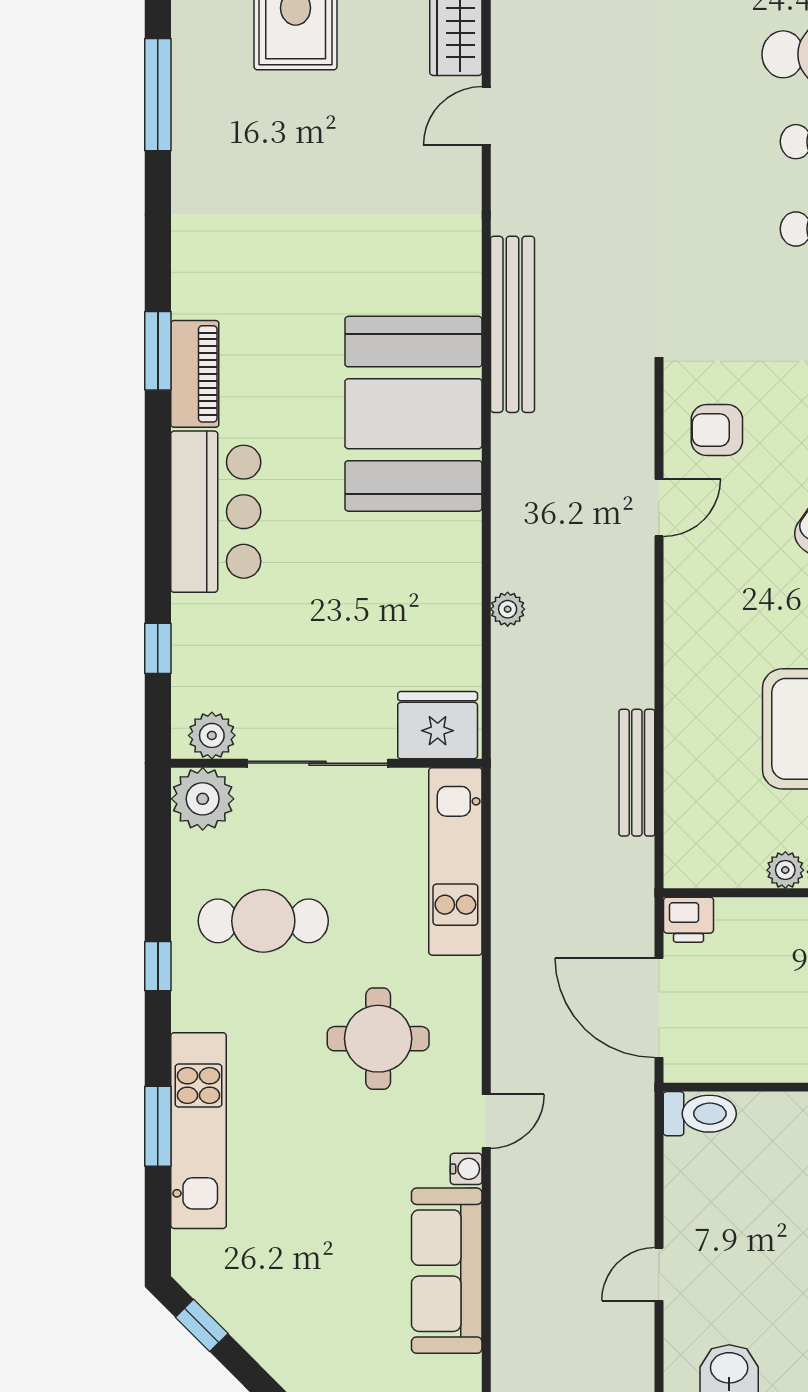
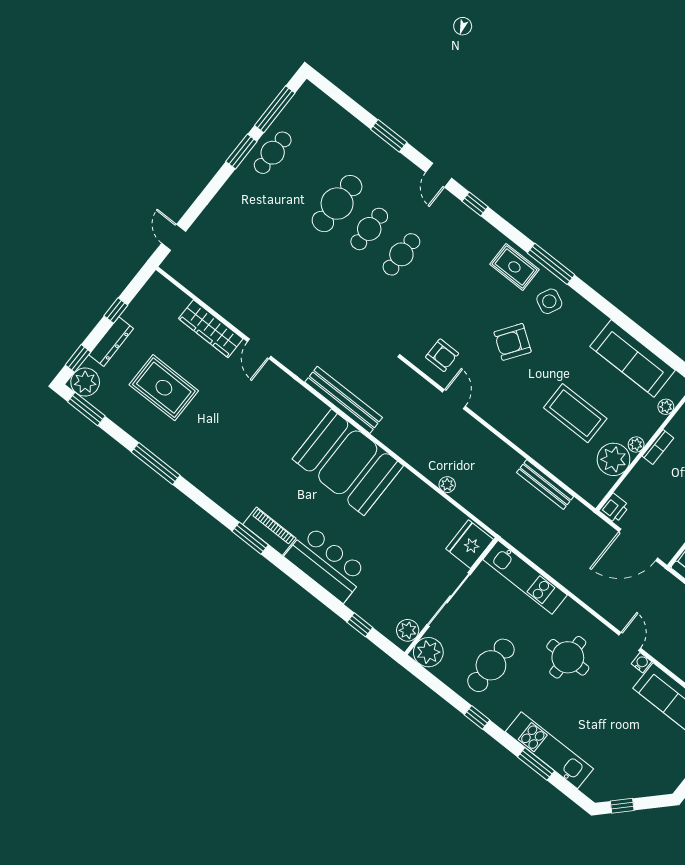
armchair: (717, 430) -> (442, 355), turned -90
plant: (785, 870) -> (614, 459), width x1.88, depth x1.88

